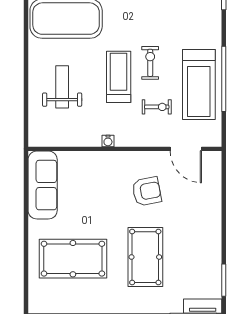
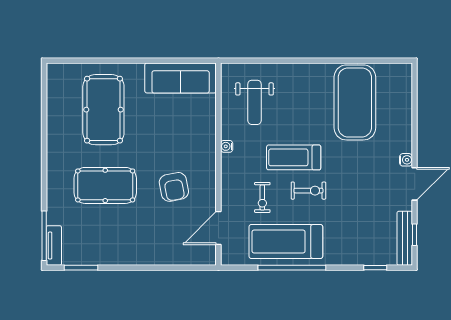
treadmill: (119, 77) -> (294, 157), turned 180
weight bench: (62, 87) -> (254, 102), moved, turned 90

